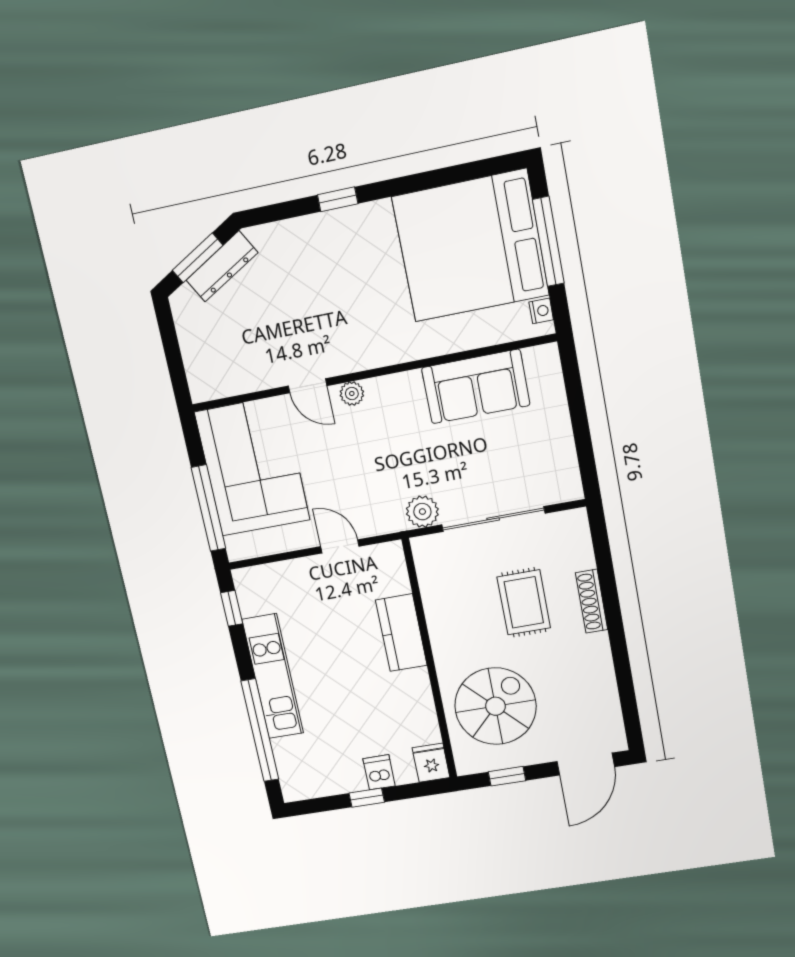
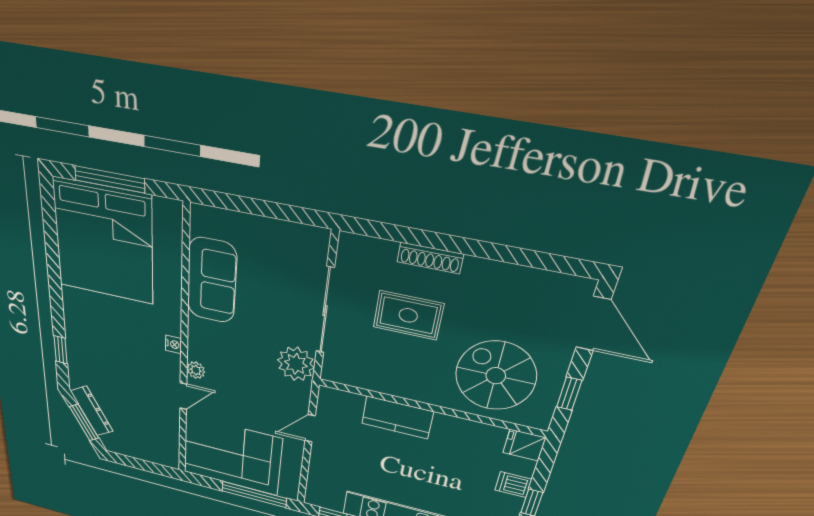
window: (338, 199) -> (60, 350), moved
nightstand: (541, 311) -> (173, 344), moved, turned 90
plant: (422, 512) -> (296, 364), width x1.36, depth x1.36

